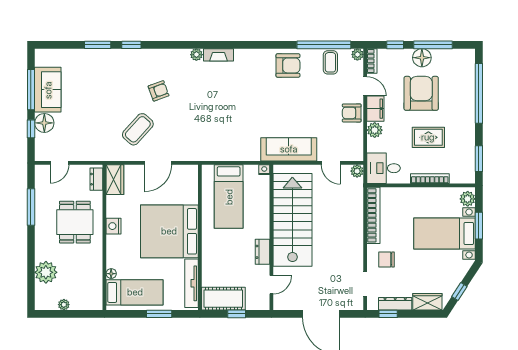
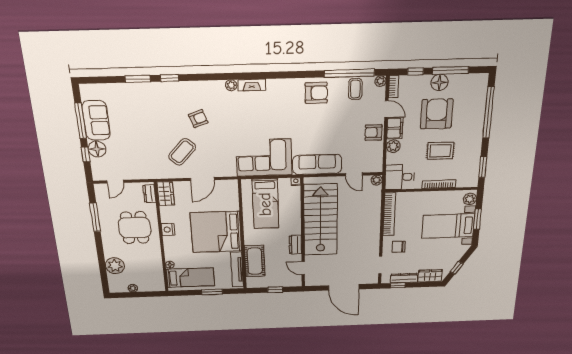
corner sofa: (229, 139) -> (264, 158), added
door: (271, 285) -> (303, 268), swing flipped
cot: (223, 299) -> (255, 261), moved, turned 90

